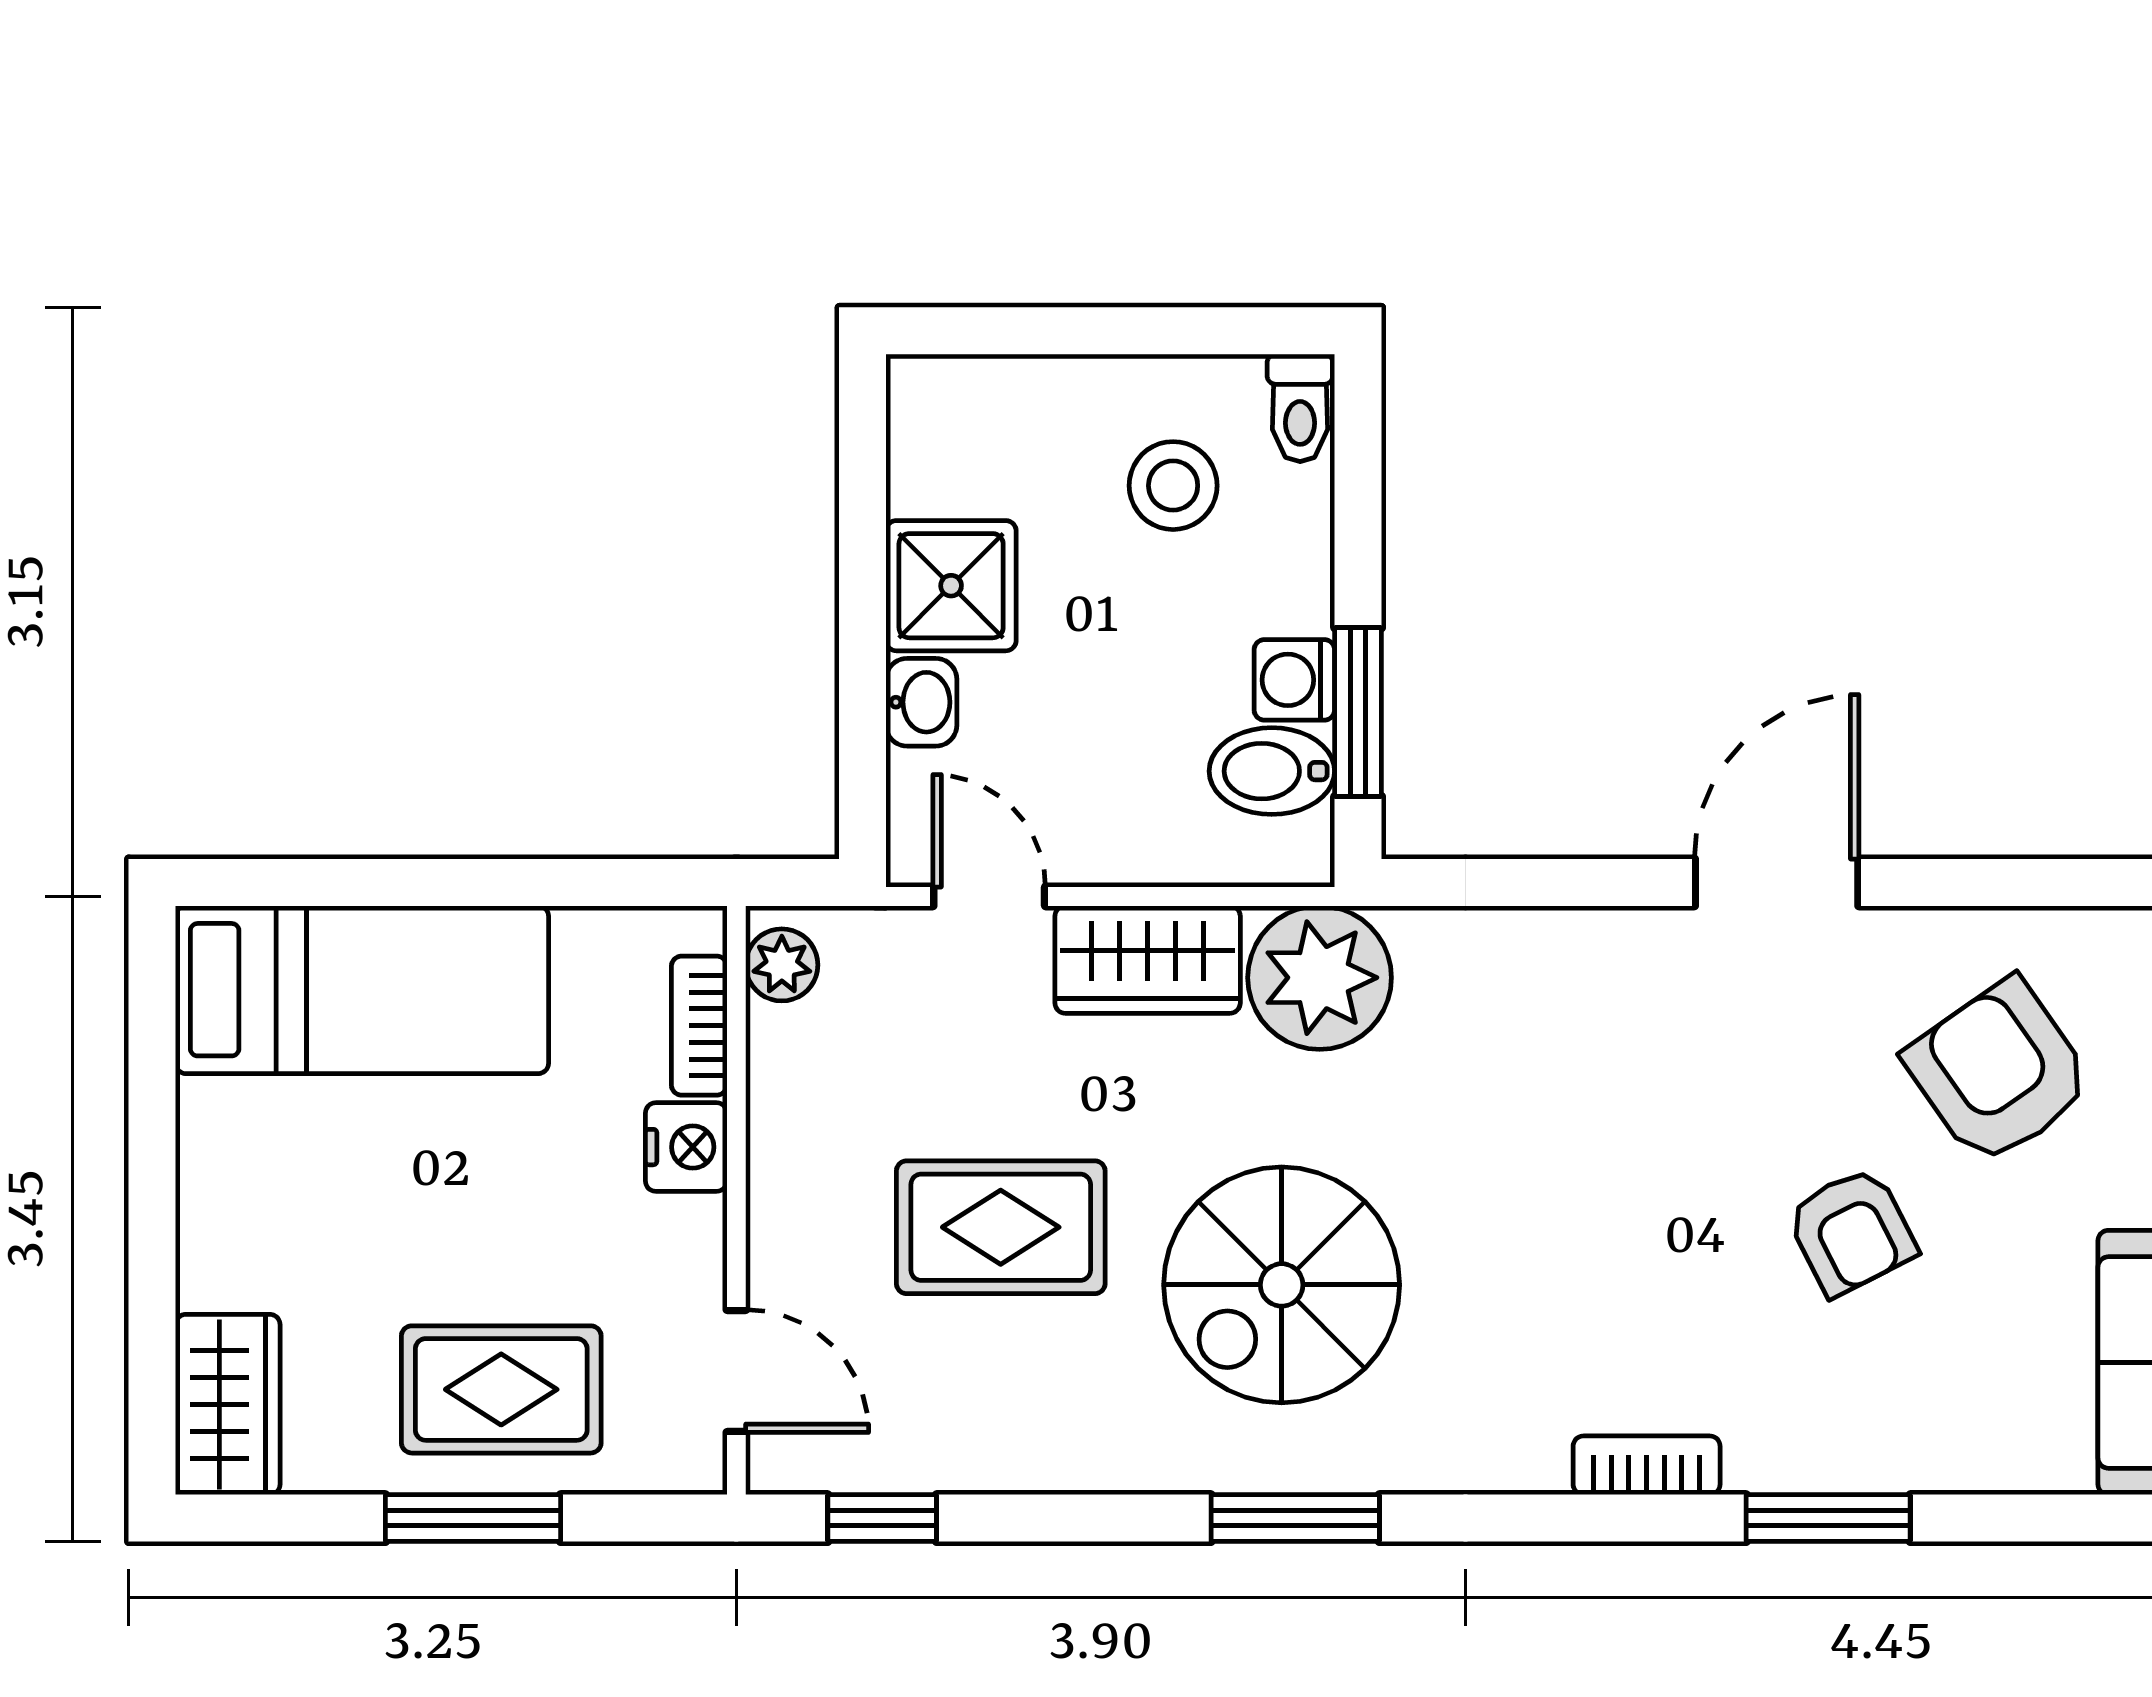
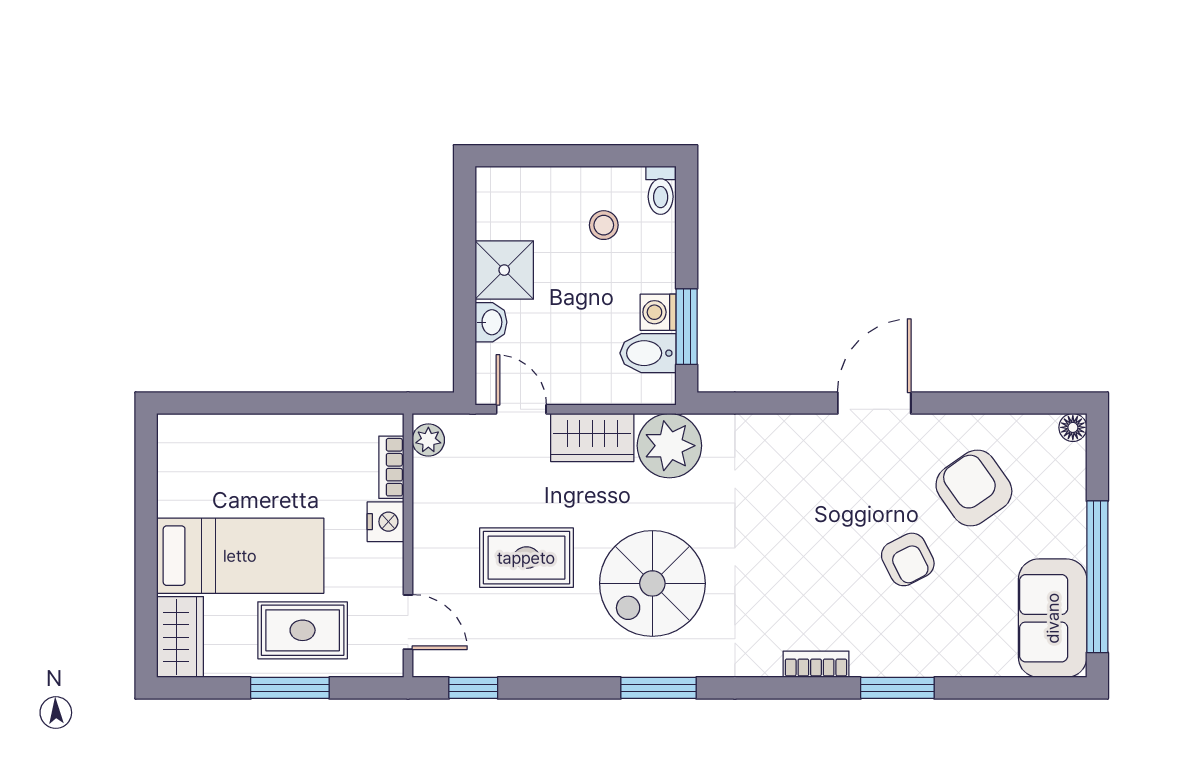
stool: (1173, 486) -> (604, 225), width x0.73, depth x0.73
bed: (362, 990) -> (240, 556), moved

